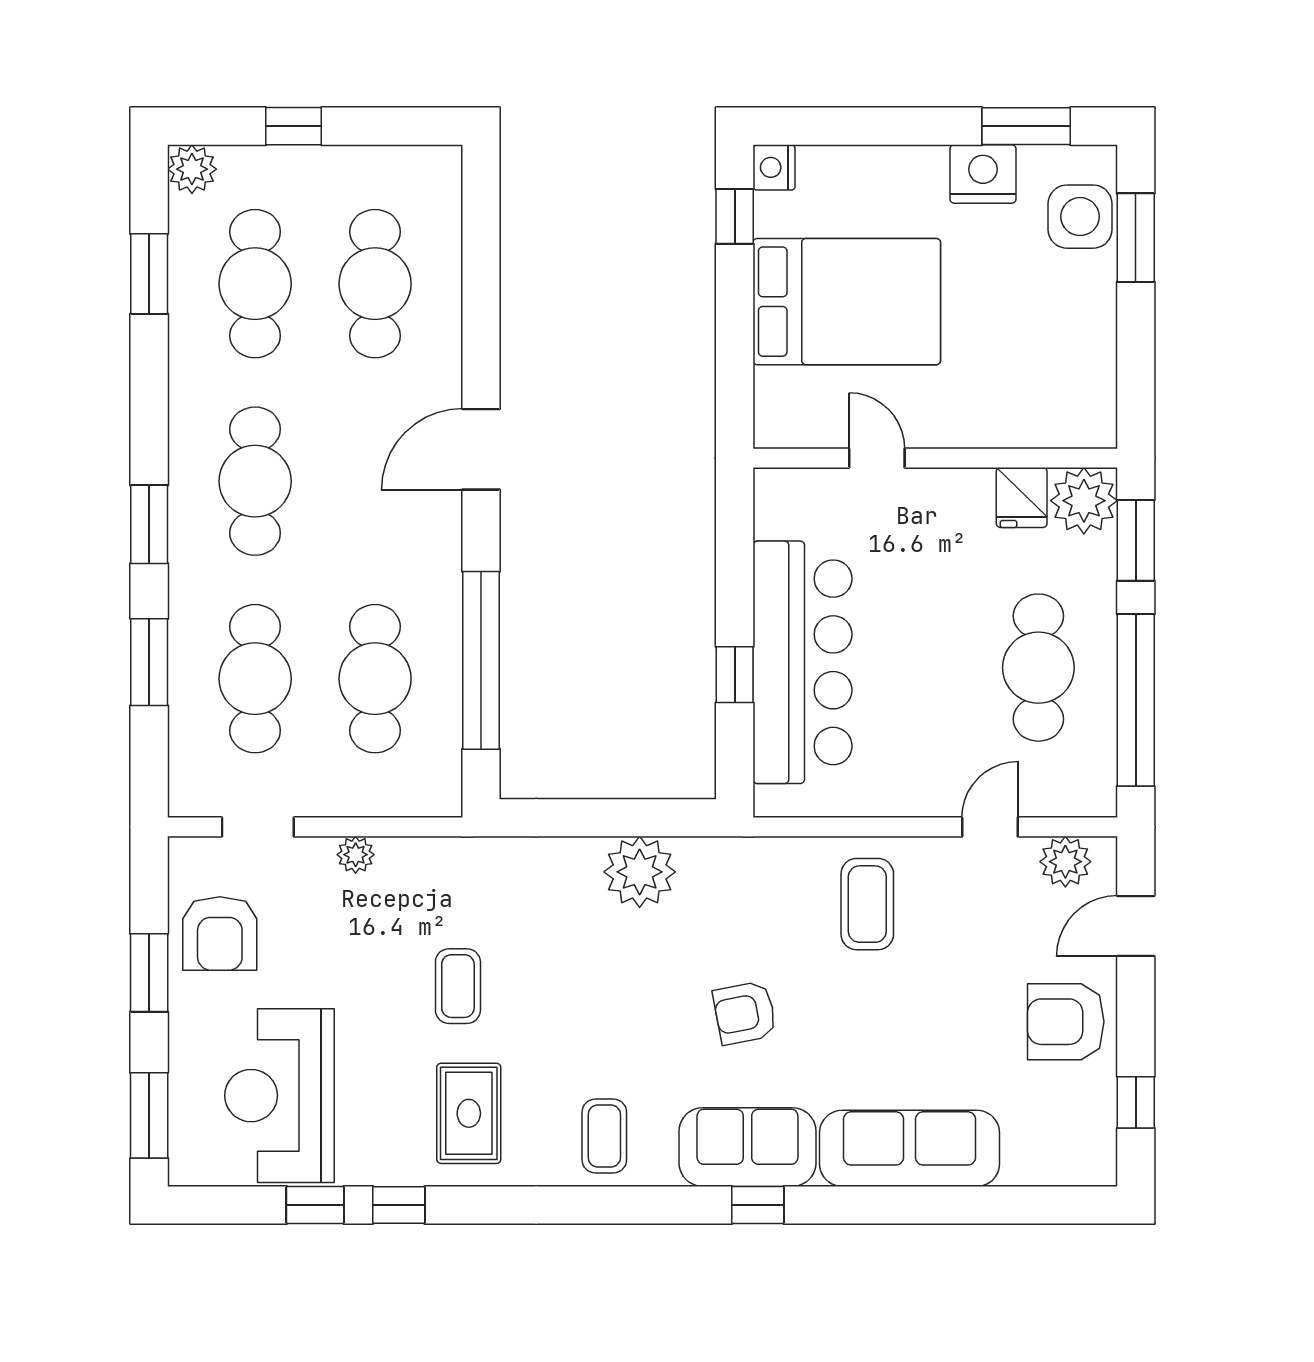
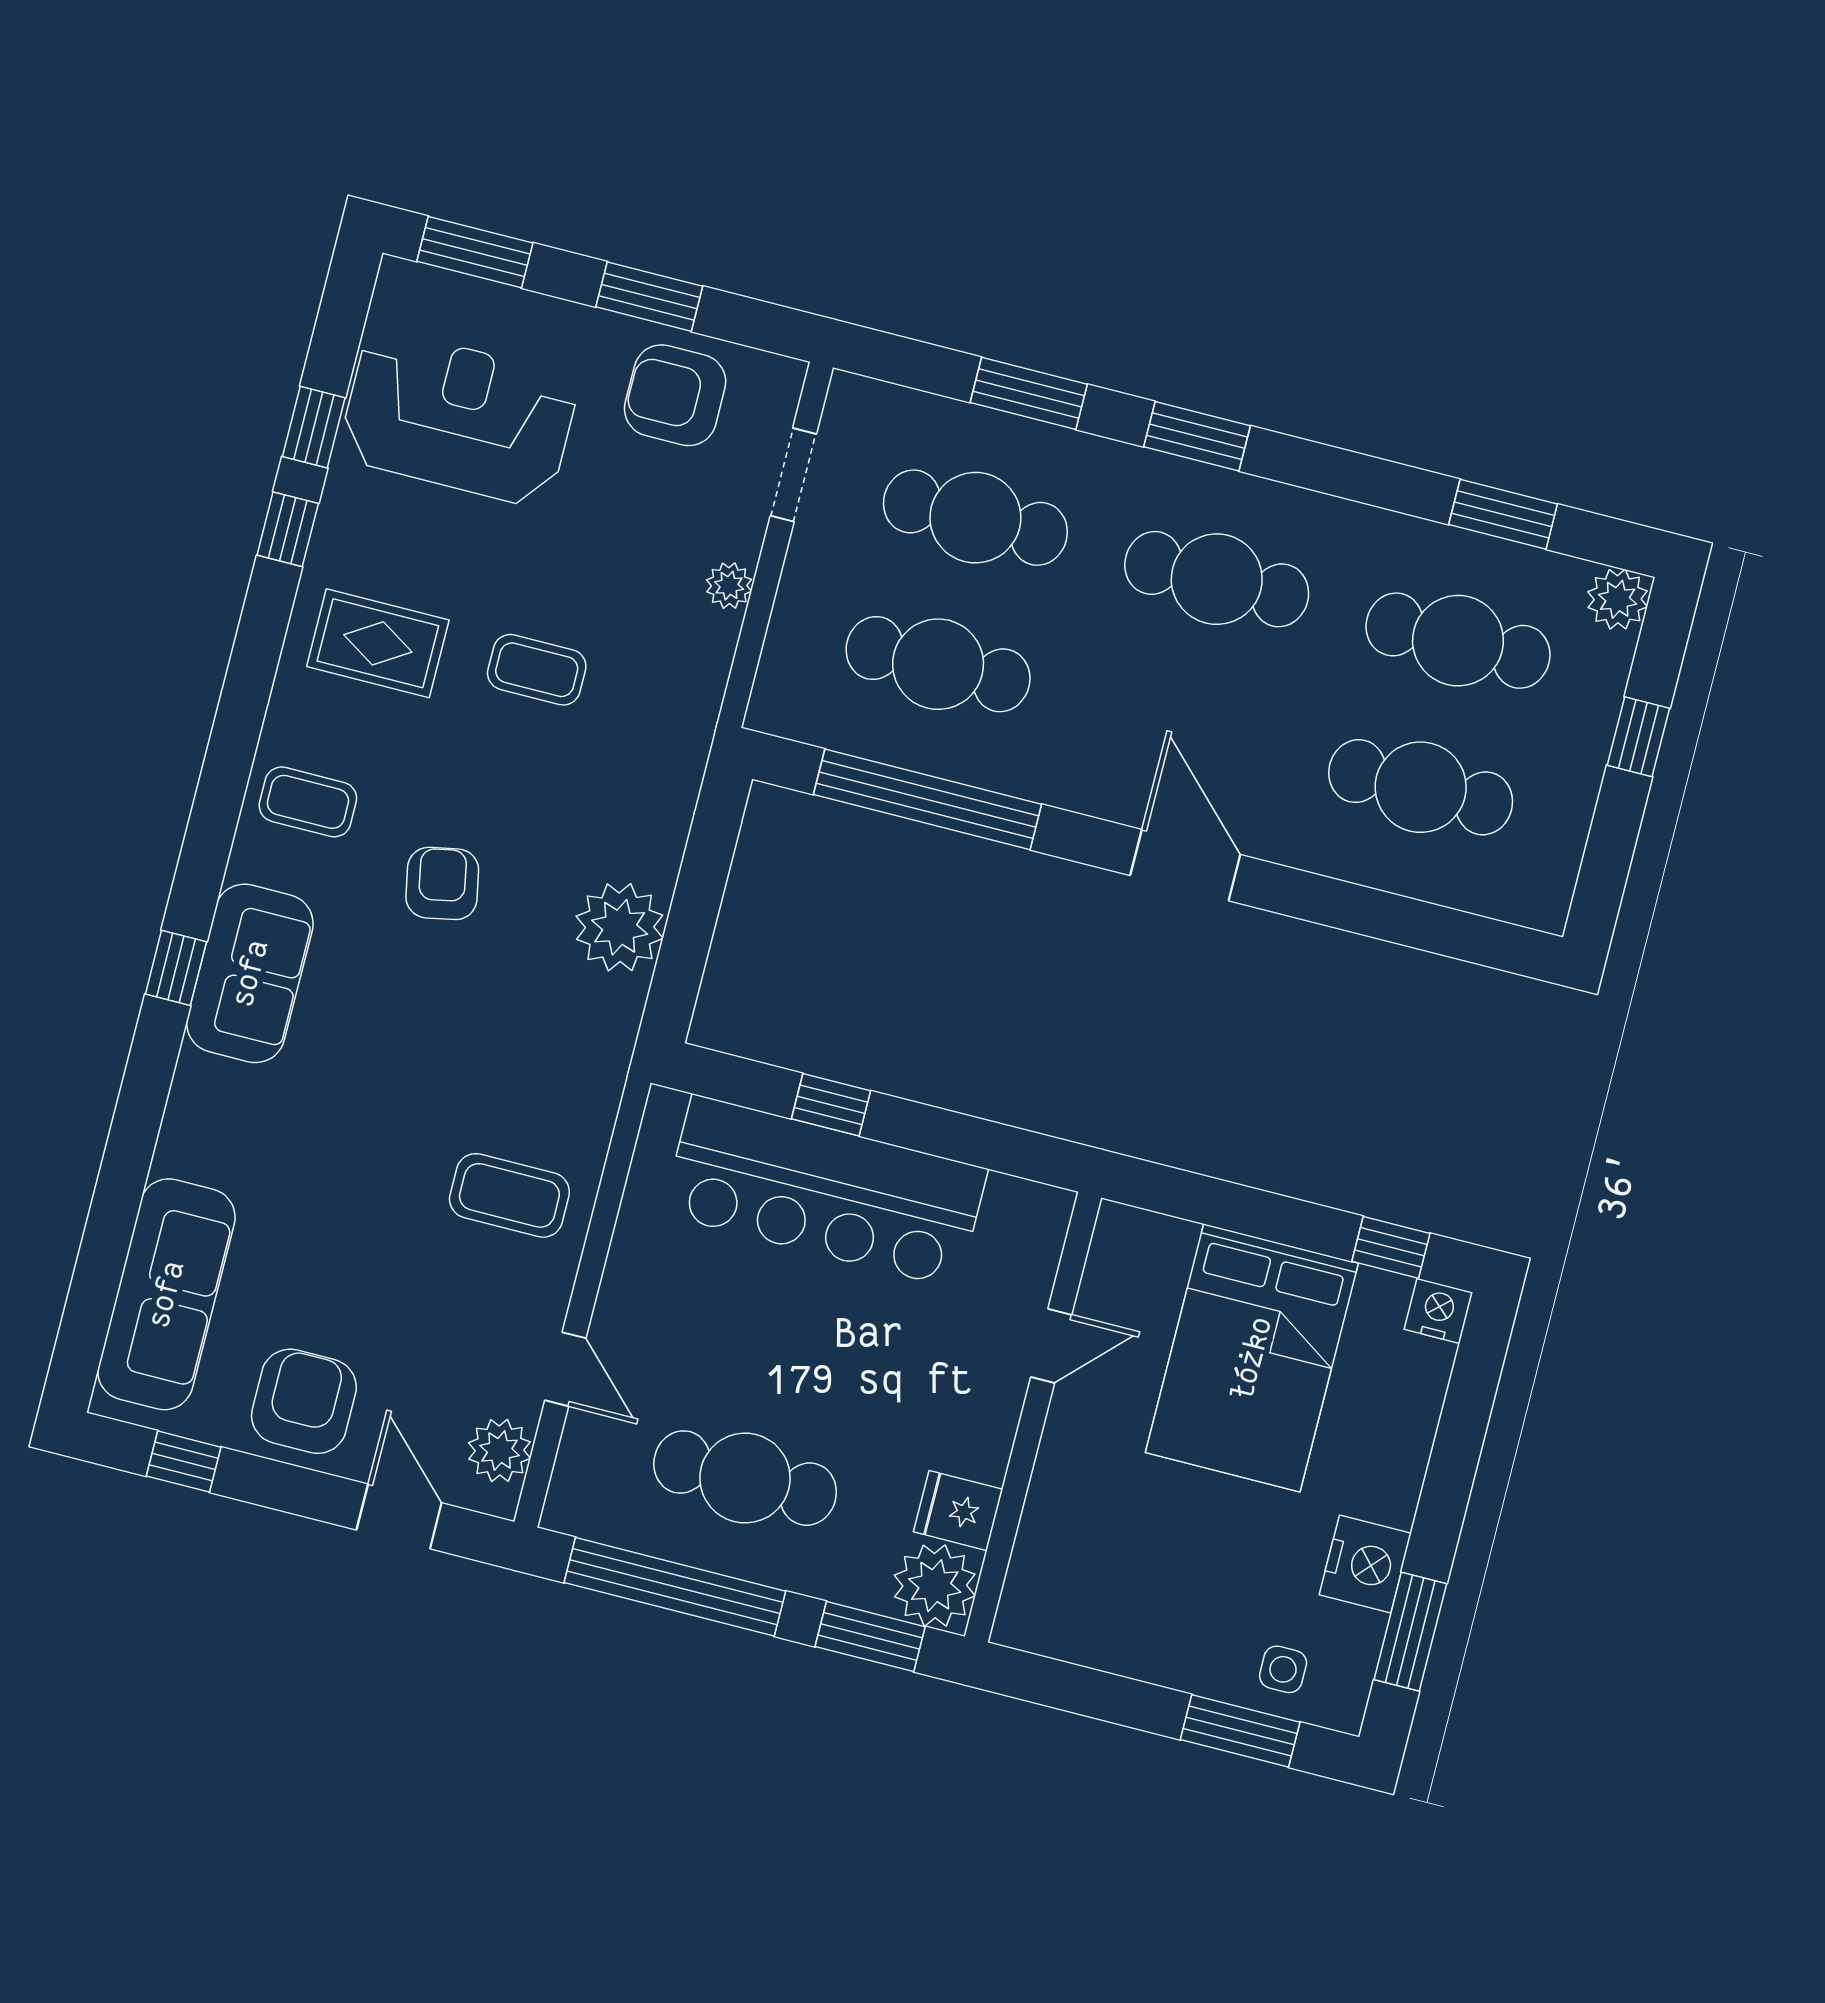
side table: (1080, 217) -> (1283, 1669), width x0.54, depth x0.54
armchair: (745, 1013) -> (442, 883), moved
sofa: (910, 1148) -> (166, 1294), moved

